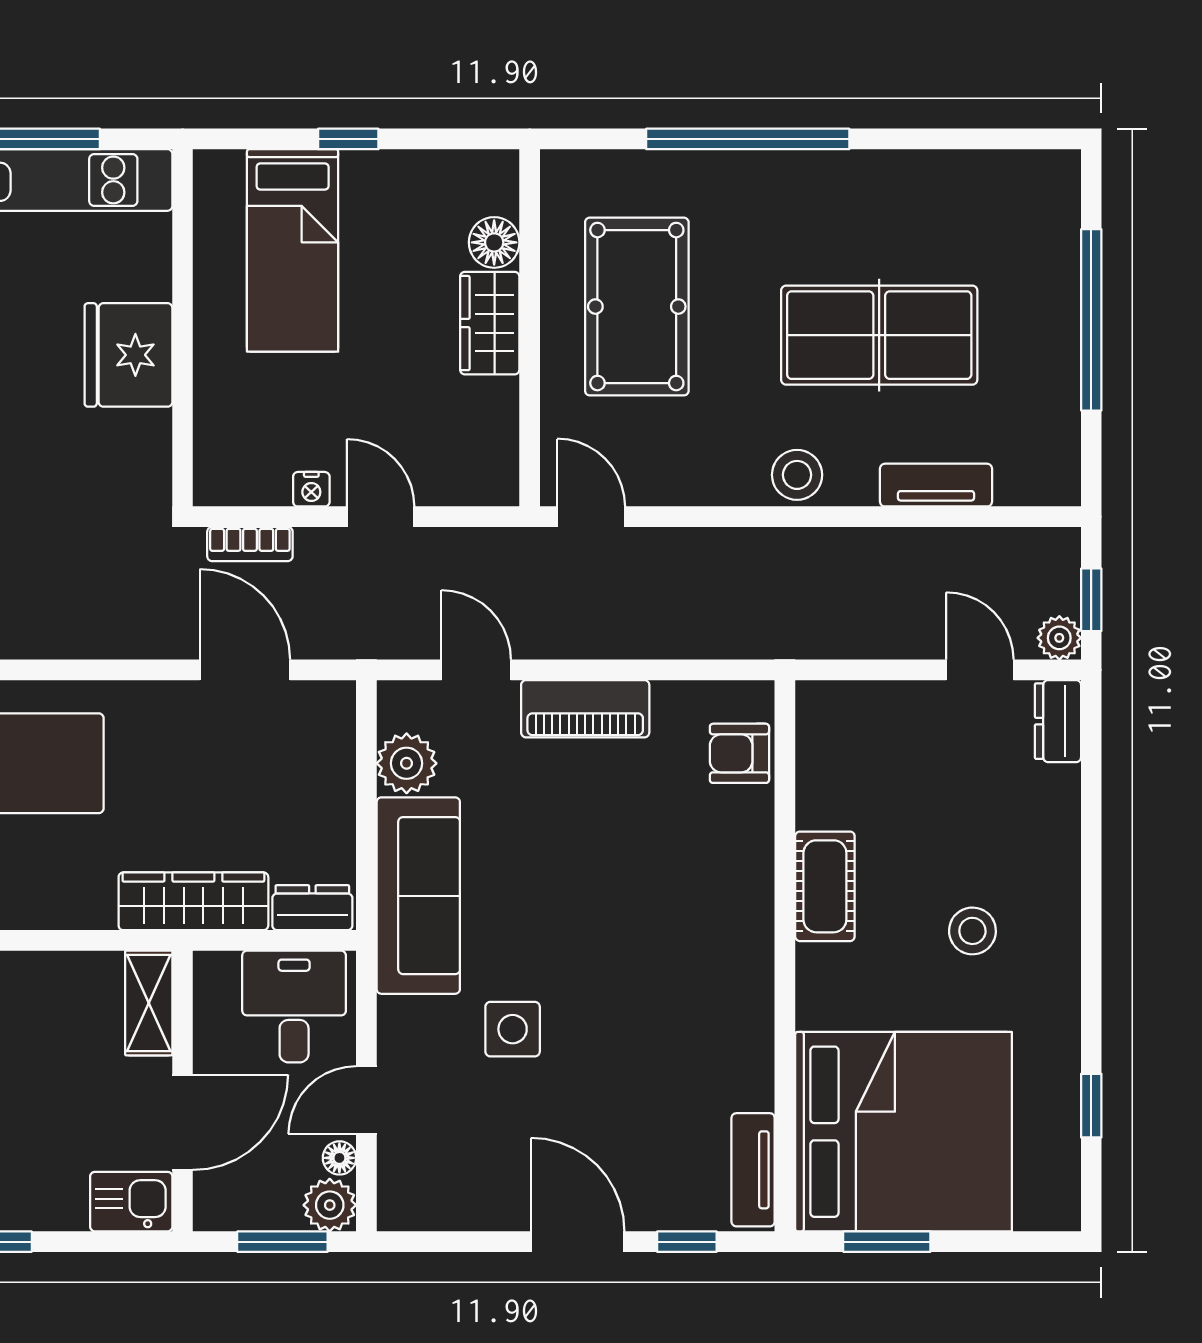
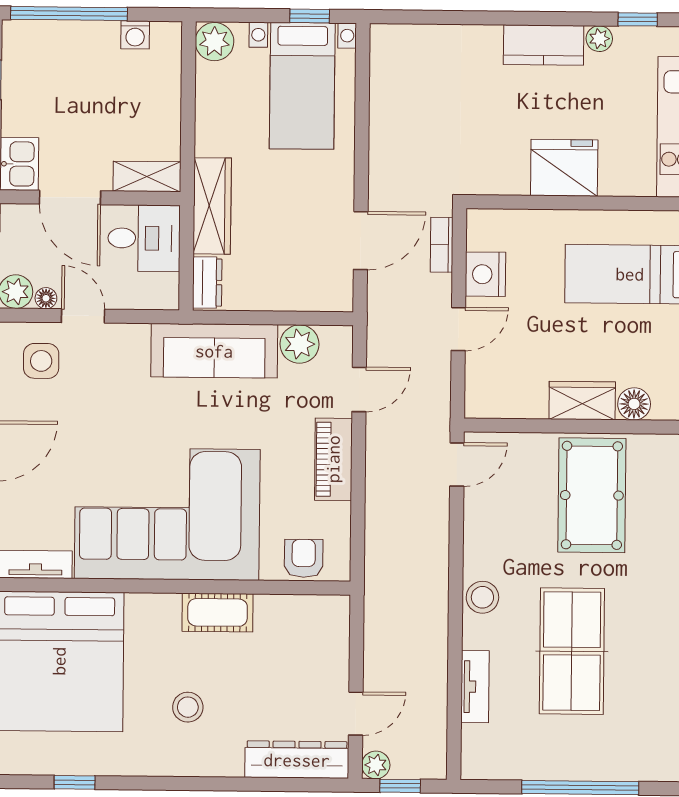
pool table: (637, 307) -> (592, 495), turned 90
nightstand: (311, 489) -> (485, 274), width x1.89, depth x1.79
dresser: (1058, 721) -> (297, 760), width x1.96, depth x1.24
corner sofa: (673, 966) -> (167, 514), added
desk: (294, 1007) -> (144, 238), moved
side table: (513, 1029) -> (41, 361), moved

